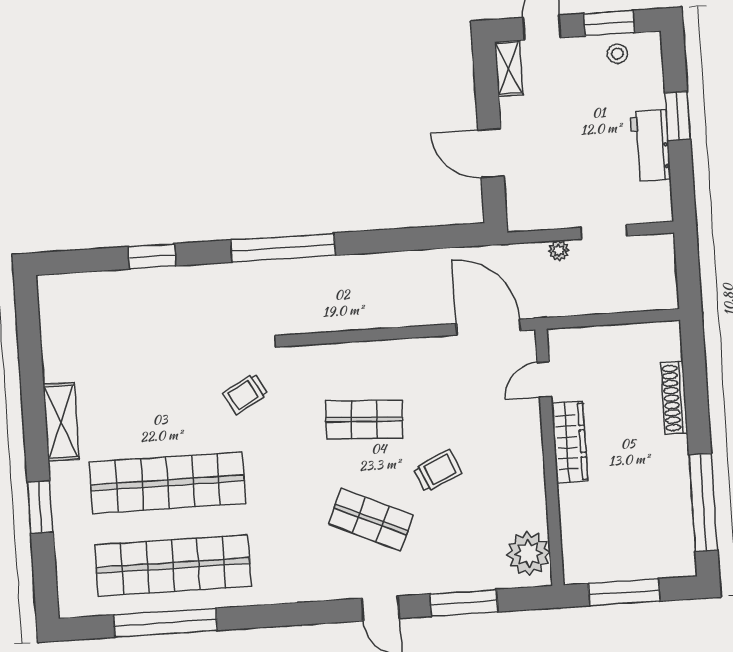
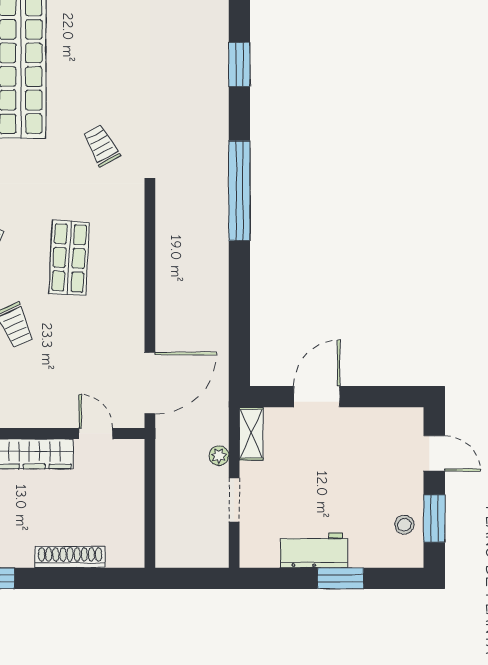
shelving: (509, 68) -> (251, 434), moved, turned 90

